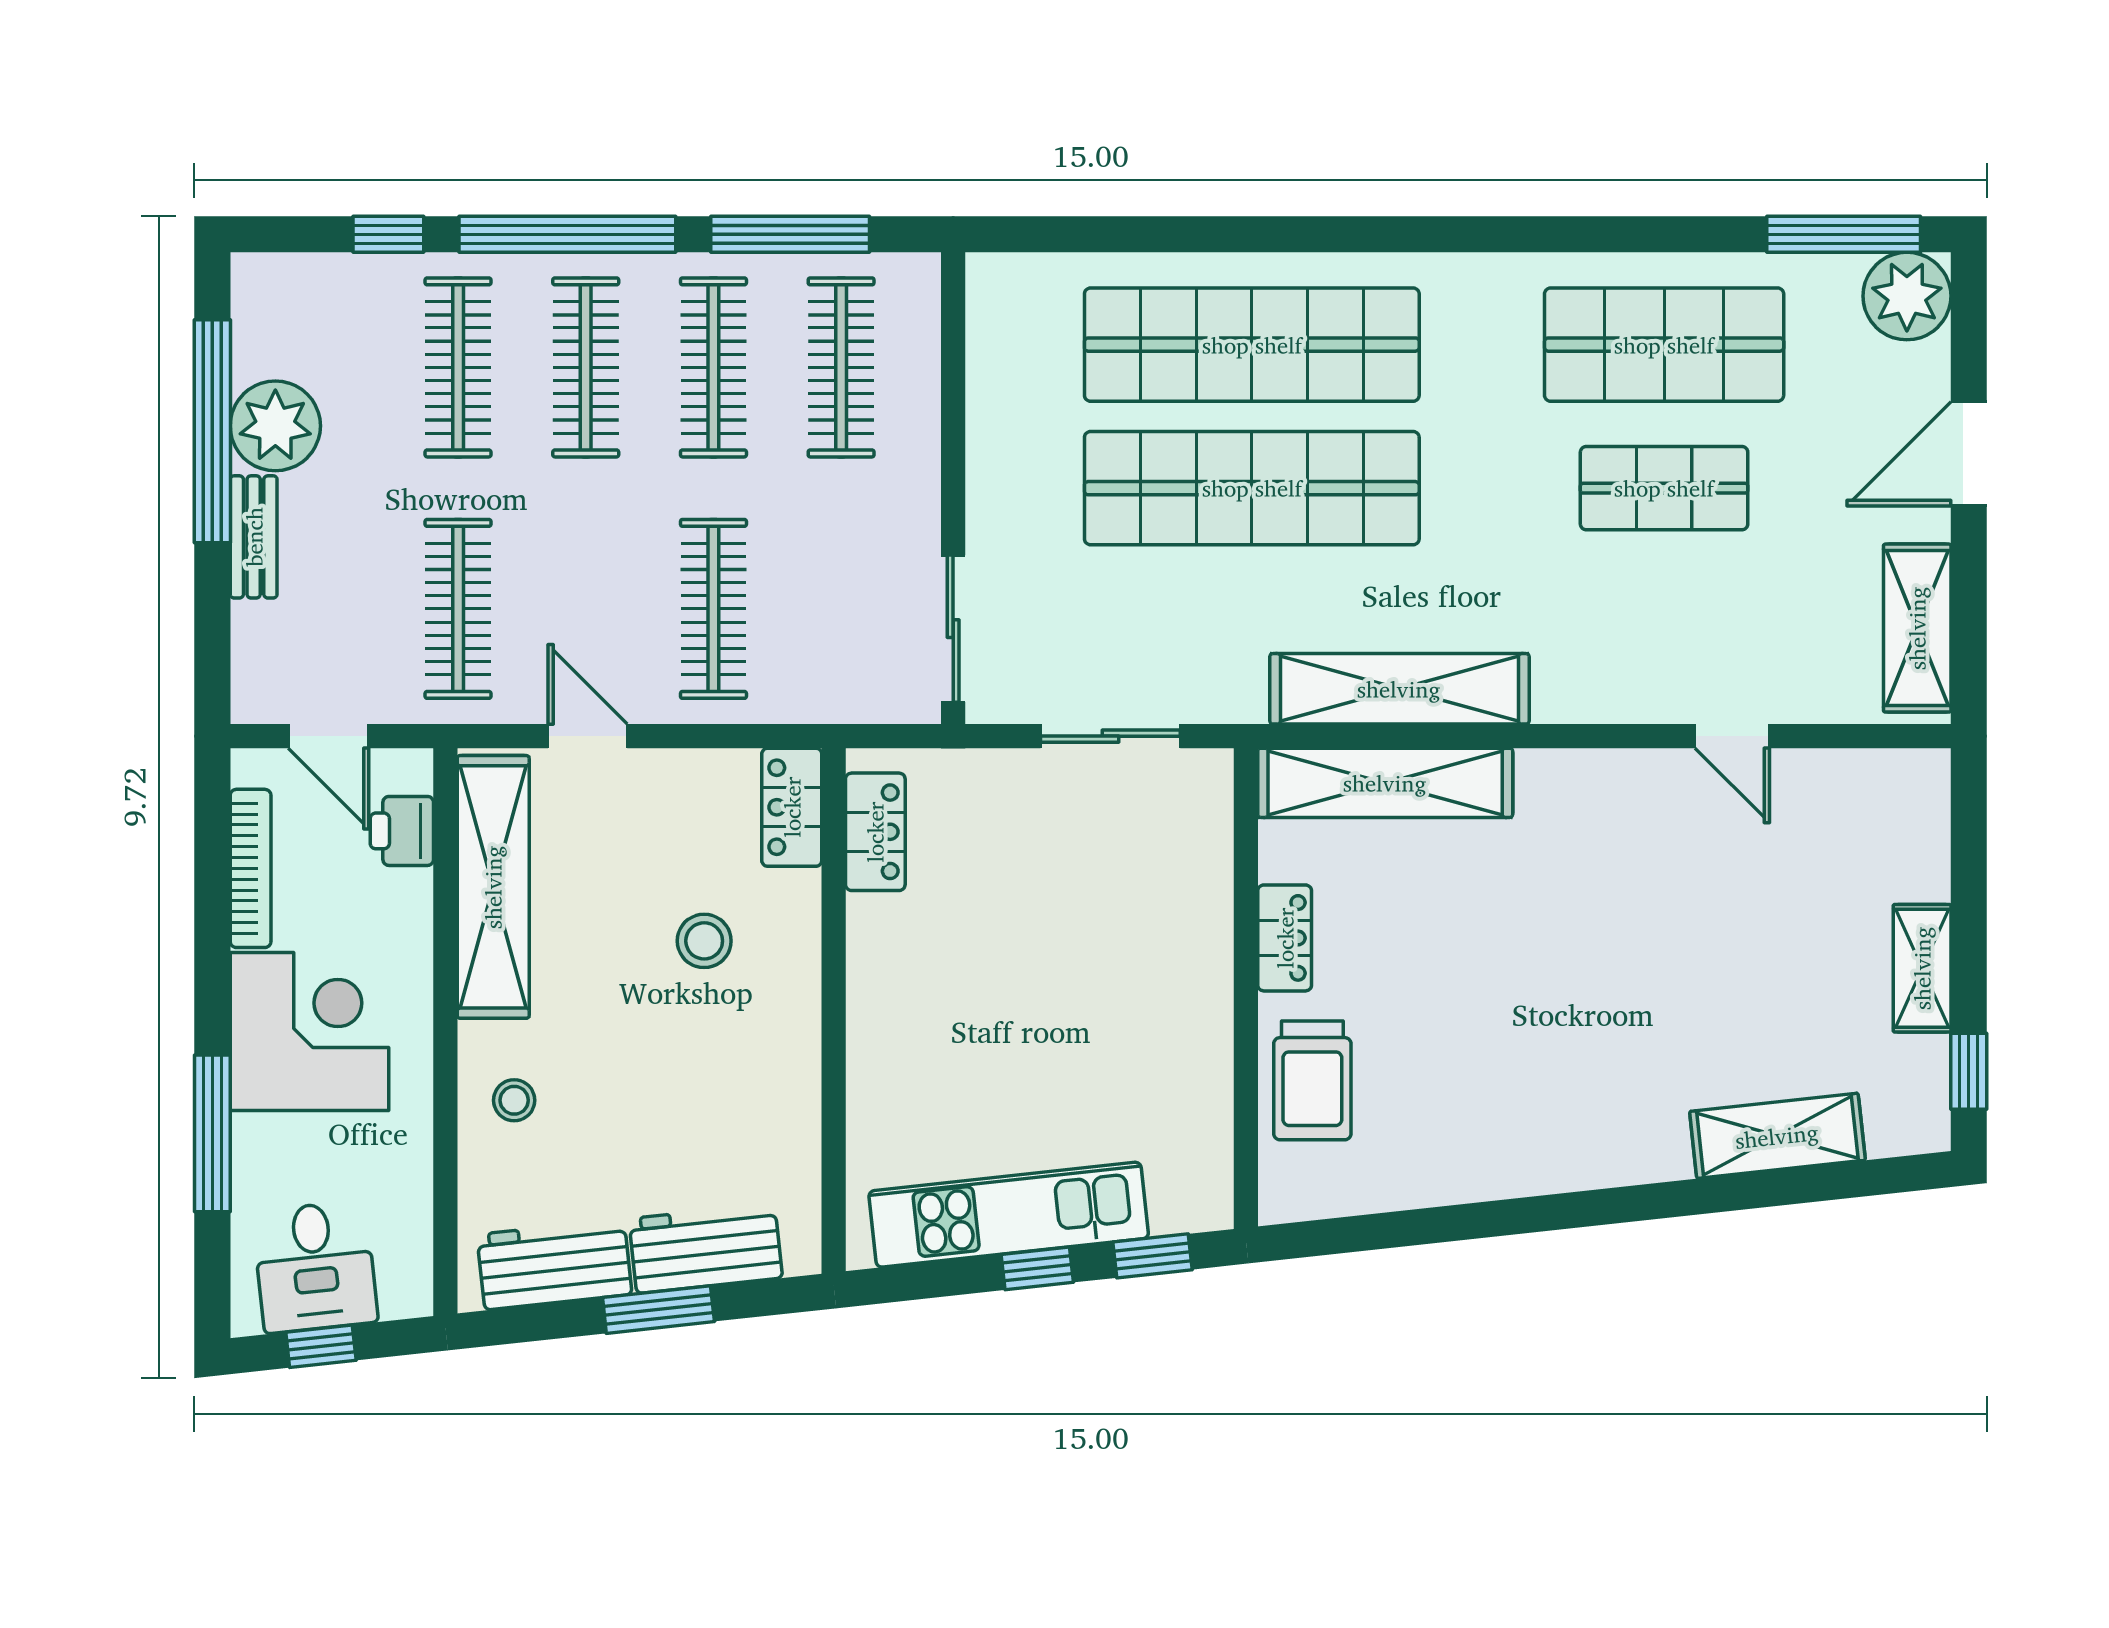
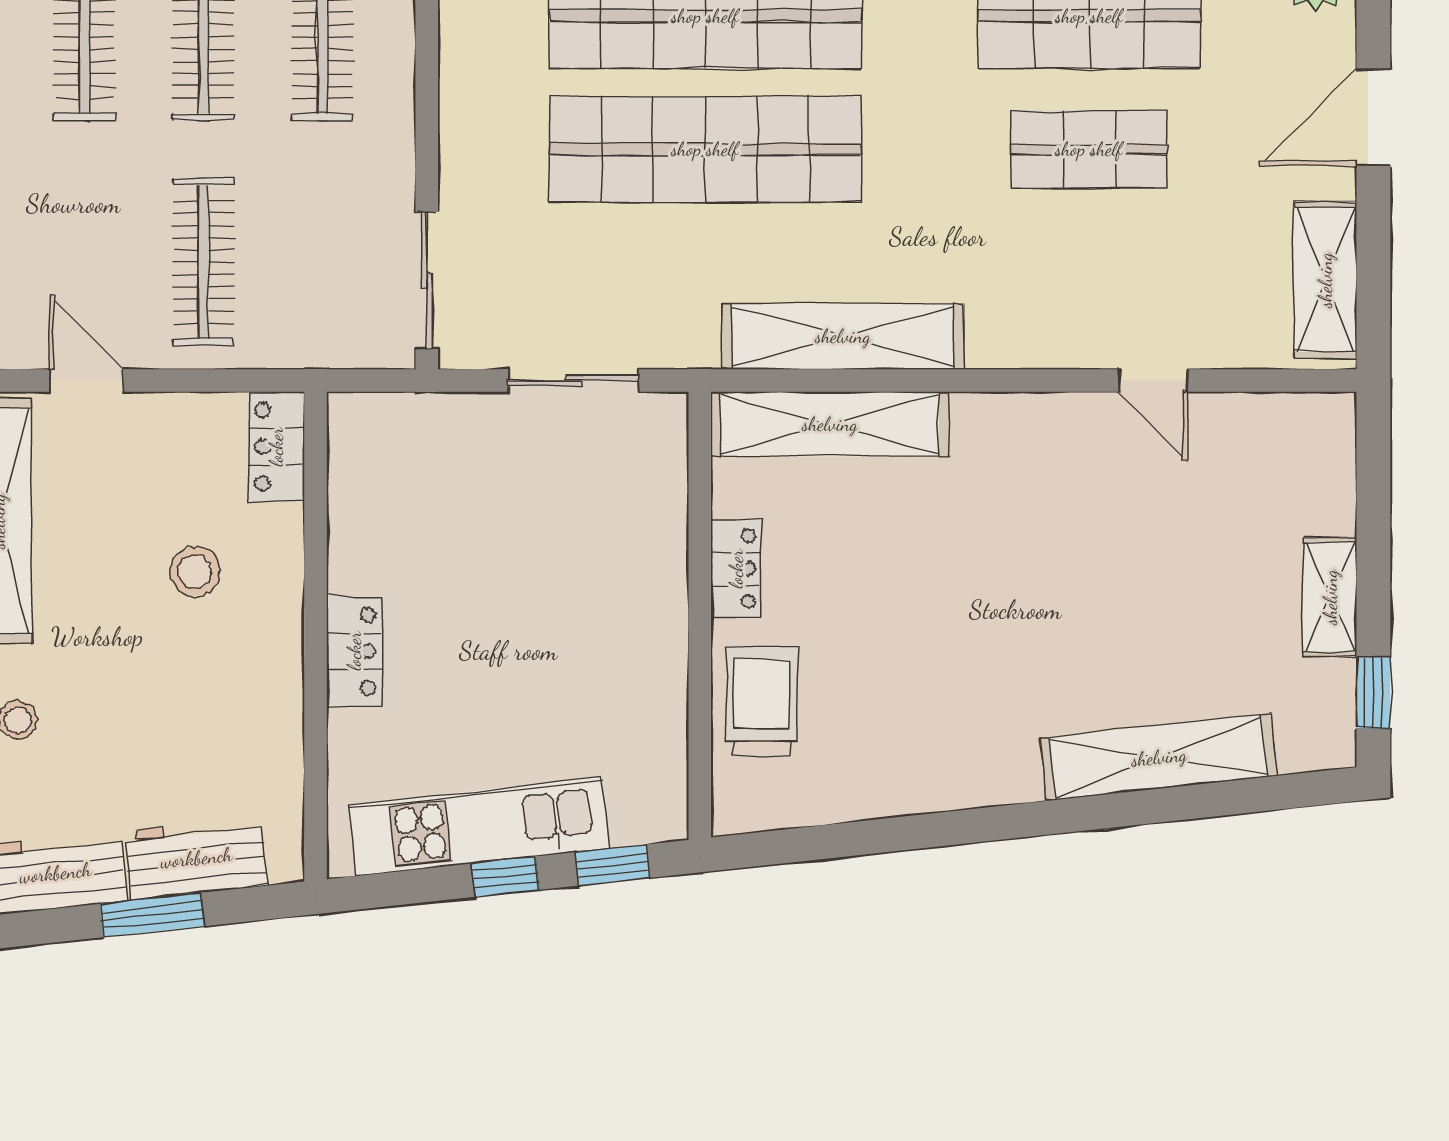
locker: (875, 832) -> (354, 651), moved
trolley: (1312, 1080) -> (762, 701), turned 180
shelving: (1777, 1136) -> (1159, 757), width x1.47

